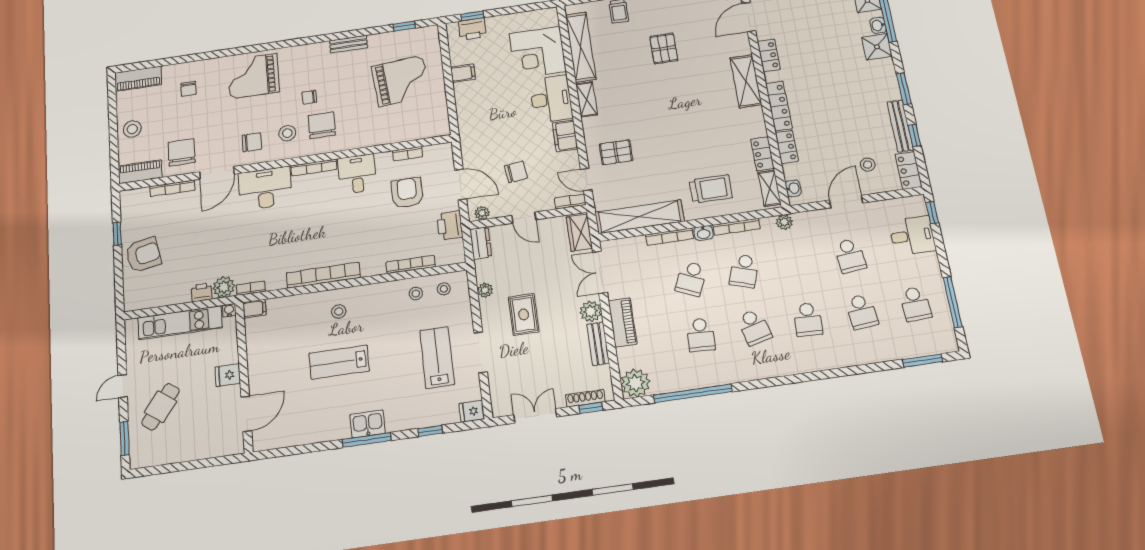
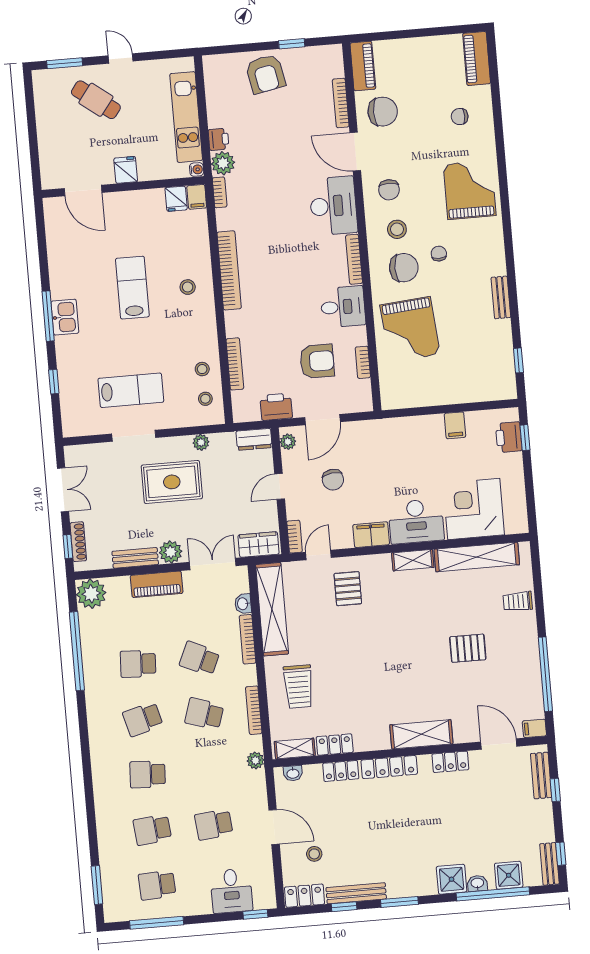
grand piano: (401, 81) -> (410, 329), moved
stool: (132, 129) -> (415, 55), removed
washbasin: (703, 233) -> (243, 604), moved
rug: (524, 314) -> (172, 482), width x1.36, depth x1.43
fridge: (472, 411) -> (176, 199), moved, turned 180

